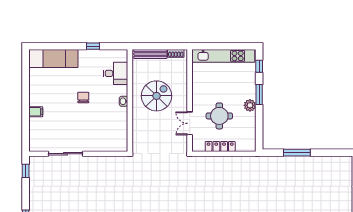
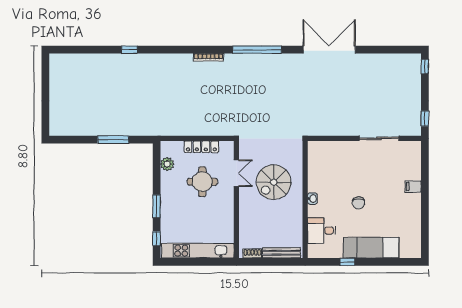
exam couch: (54, 58) -> (371, 248), moved
spiral stairs: (157, 96) -> (274, 182), moved
plant: (250, 105) -> (167, 164), moved

